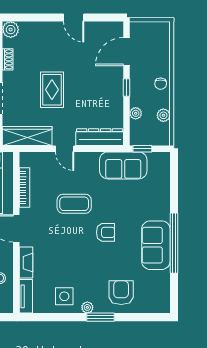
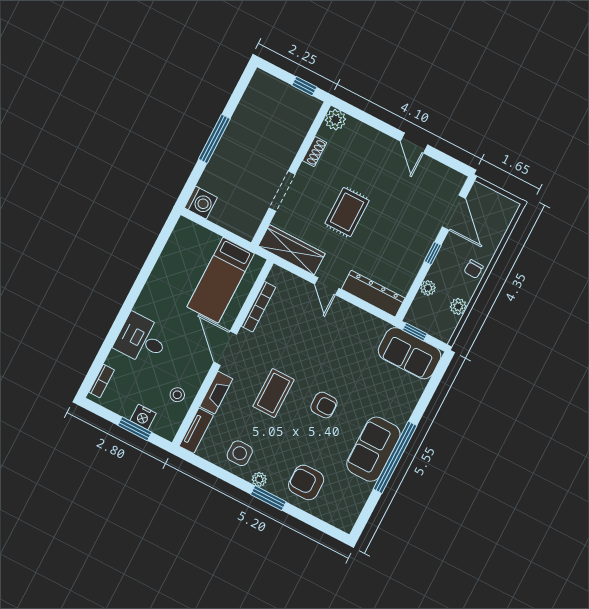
door: (127, 52) -> (454, 213), swing flipped
sofa: (123, 165) -> (410, 353), moved
coffee table: (74, 204) -> (274, 393), moved, turned 90
armchair: (121, 293) -> (306, 482), turned -90

